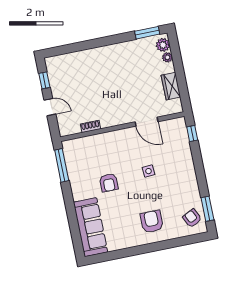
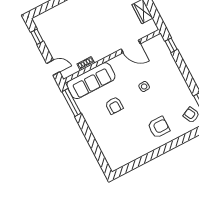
door: (50, 107) -> (53, 68), moved
armchair: (152, 222) -> (159, 127), turned 90
sofa: (90, 227) -> (91, 81), moved, turned 90

